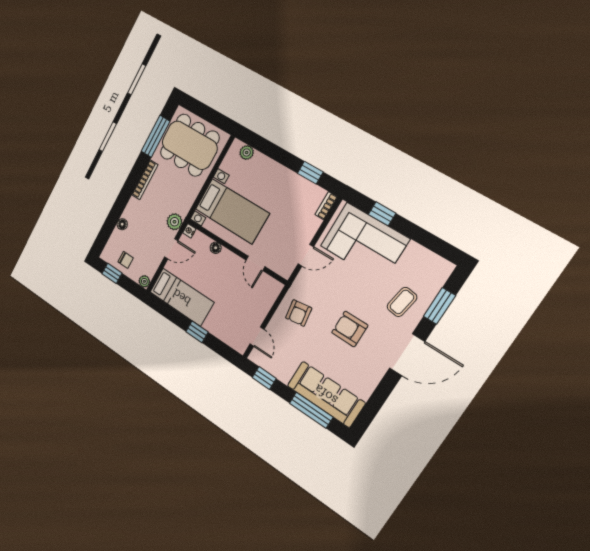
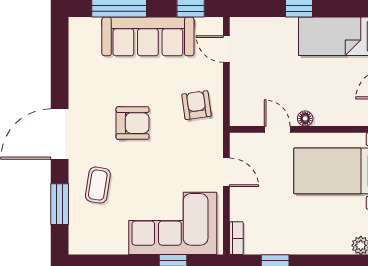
floor lamp: (216, 248) -> (305, 118), moved
door: (306, 255) -> (226, 172), swing flipped
sofa: (326, 394) -> (148, 36), moved

